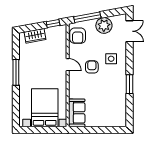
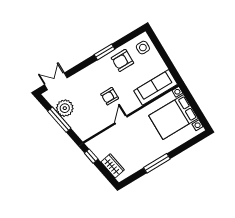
window: (87, 17) -> (59, 120), moved
armchair: (78, 36) -> (122, 60), moved, turned 180
side table: (111, 59) -> (143, 48), moved
sofa: (77, 113) -> (156, 87), width x1.36

